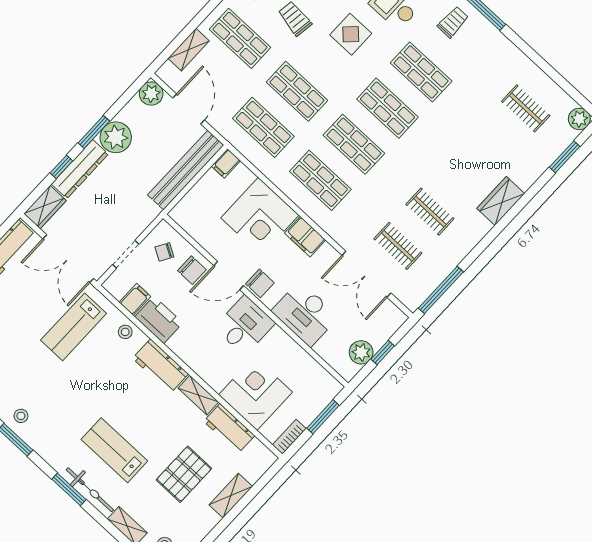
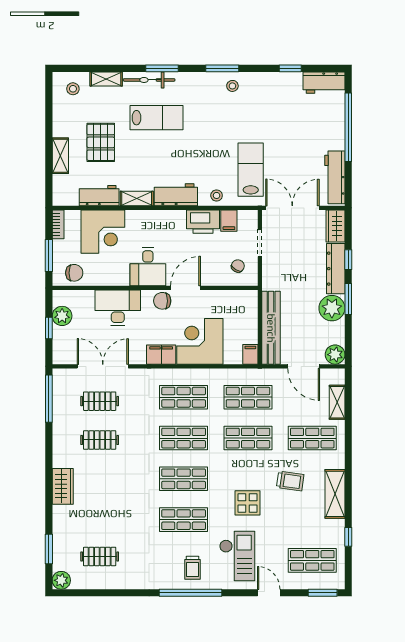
chair: (192, 270) -> (74, 273), moved, turned 180

